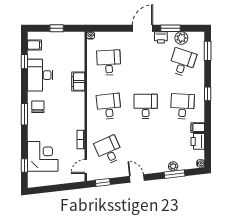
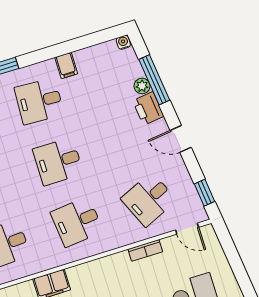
printer: (198, 141) -> (148, 108), moved, turned 83
window: (174, 174) -> (154, 80), width x1.44
door: (137, 178) -> (181, 139), hinge flipped

